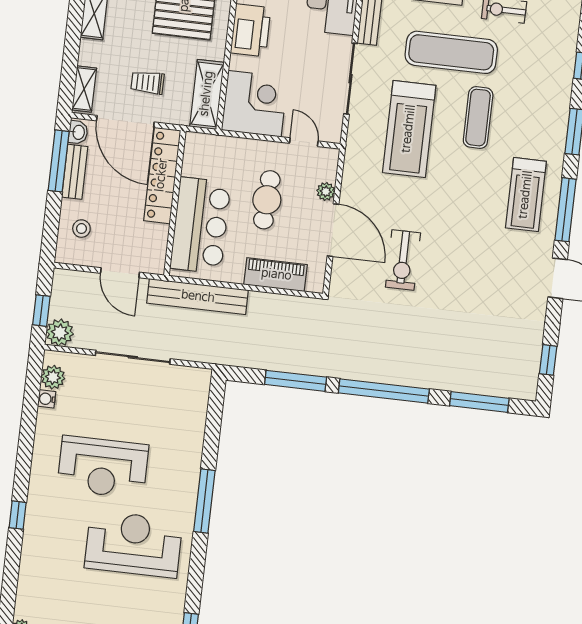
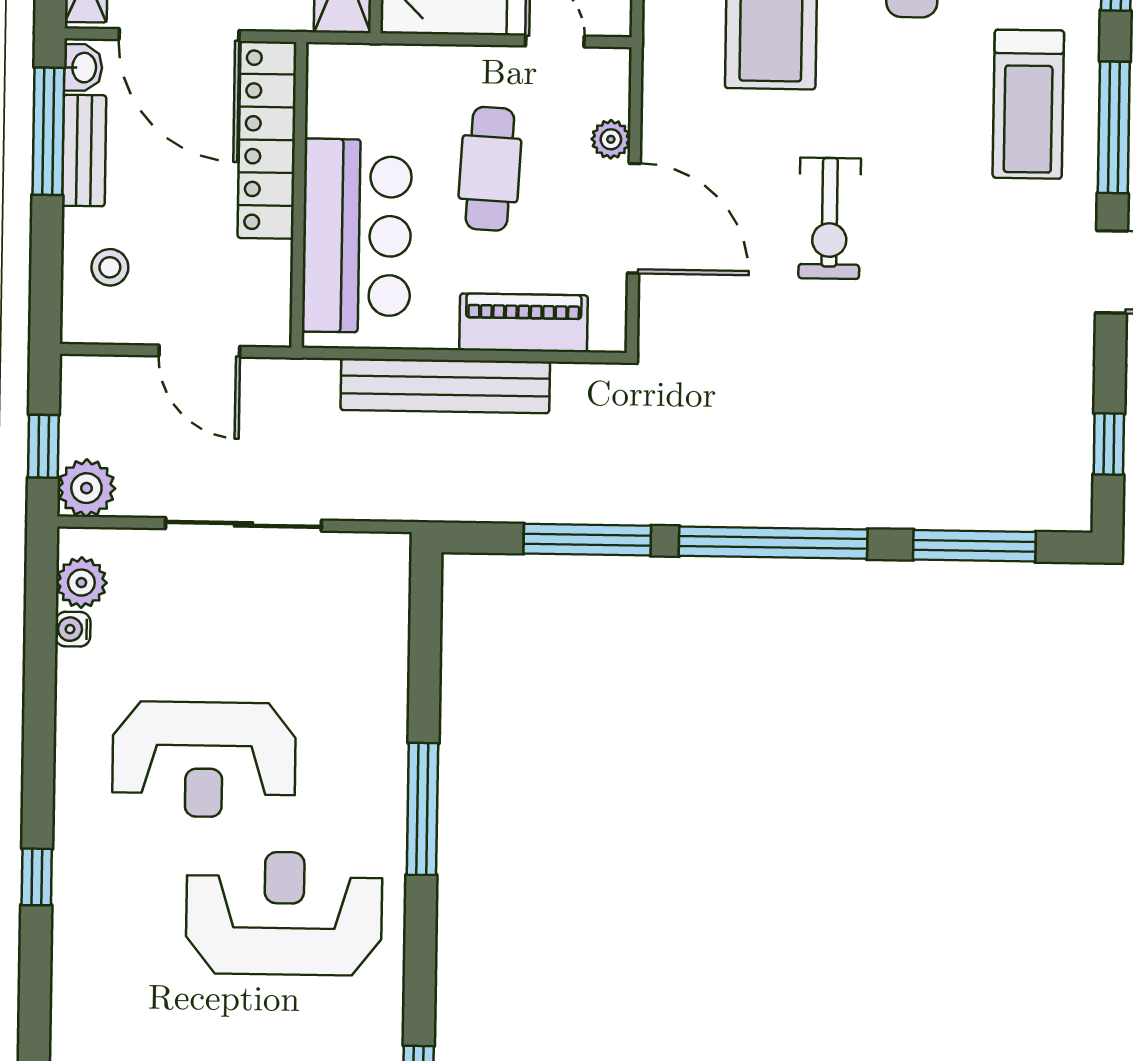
exercise bike: (403, 260) -> (830, 218), moved
bench: (198, 297) -> (445, 386), moved

